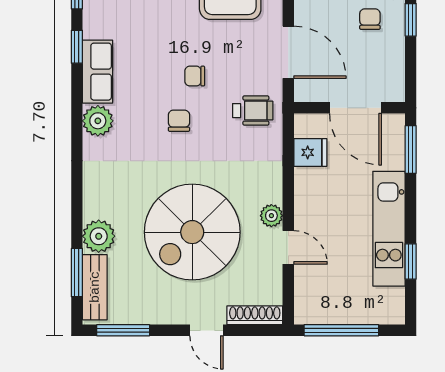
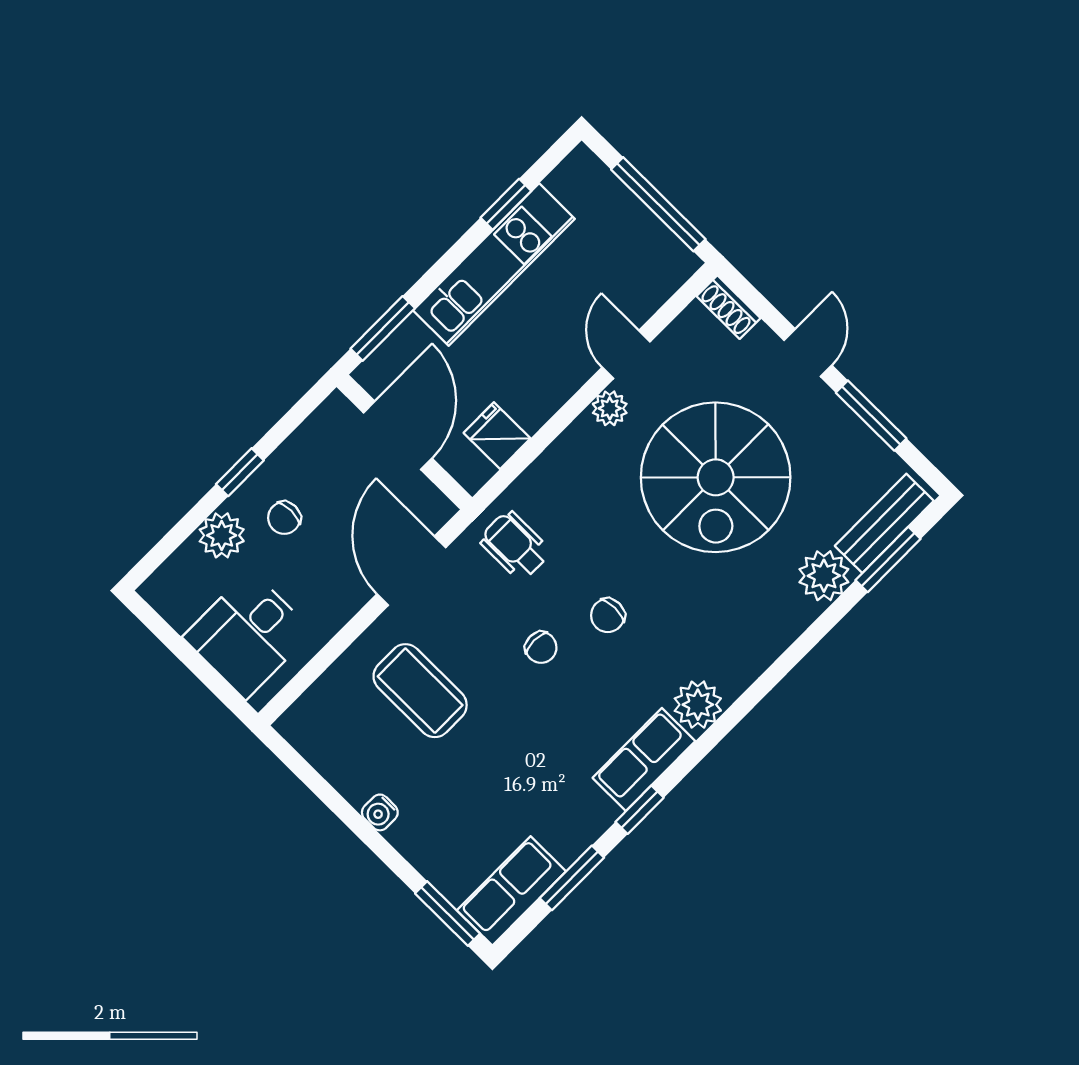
spiral stairs: (192, 232) -> (716, 477), turned 90
shoe rack: (255, 315) -> (729, 307), width x0.70
window: (123, 330) -> (871, 416), moved

